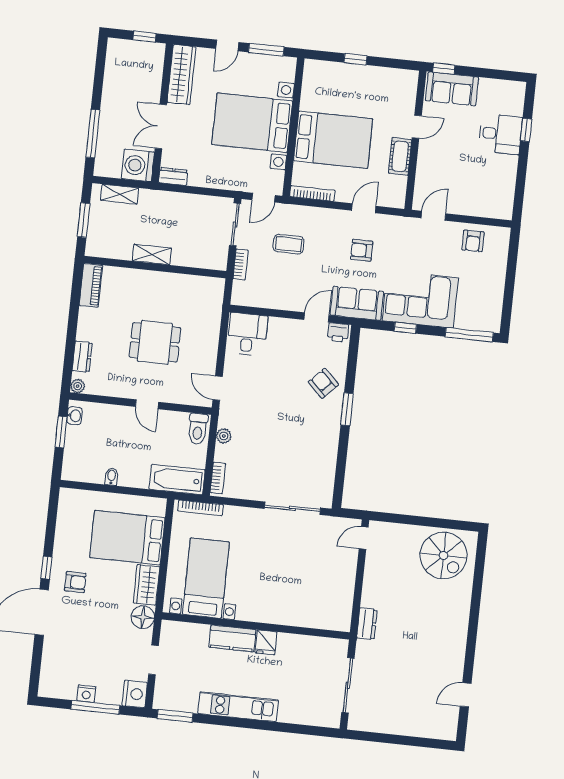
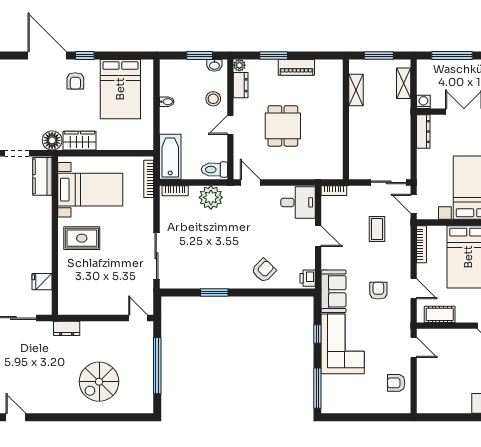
cot: (400, 156) -> (440, 314), moved
washing machine: (138, 165) -> (423, 102), width x0.53, depth x0.53
dresser: (173, 176) -> (423, 132), width x1.44
shelving: (152, 254) -> (356, 90), moved
bookcase: (241, 264) -> (334, 191), moved
piano: (91, 285) -> (296, 67), moved
door: (316, 317) -> (318, 236), moved
window: (70, 344) -> (274, 55), added
dresser: (82, 357) -> (241, 85), moved, turned -90
door: (218, 388) -> (250, 182), hinge flipped
window: (347, 409) -> (214, 293), moved
stool: (114, 421) -> (213, 99), added
plant: (224, 436) -> (211, 197), width x1.87, depth x1.87
window: (422, 521) -> (157, 366), added
bed: (127, 538) -> (120, 89), moved, turned 180
spiral stairs: (444, 555) -> (99, 382), moved
rug: (262, 594) -> (82, 238), added
kitchen counter: (232, 638) -> (42, 176), moved
fridge: (266, 642) -> (42, 282), moved

